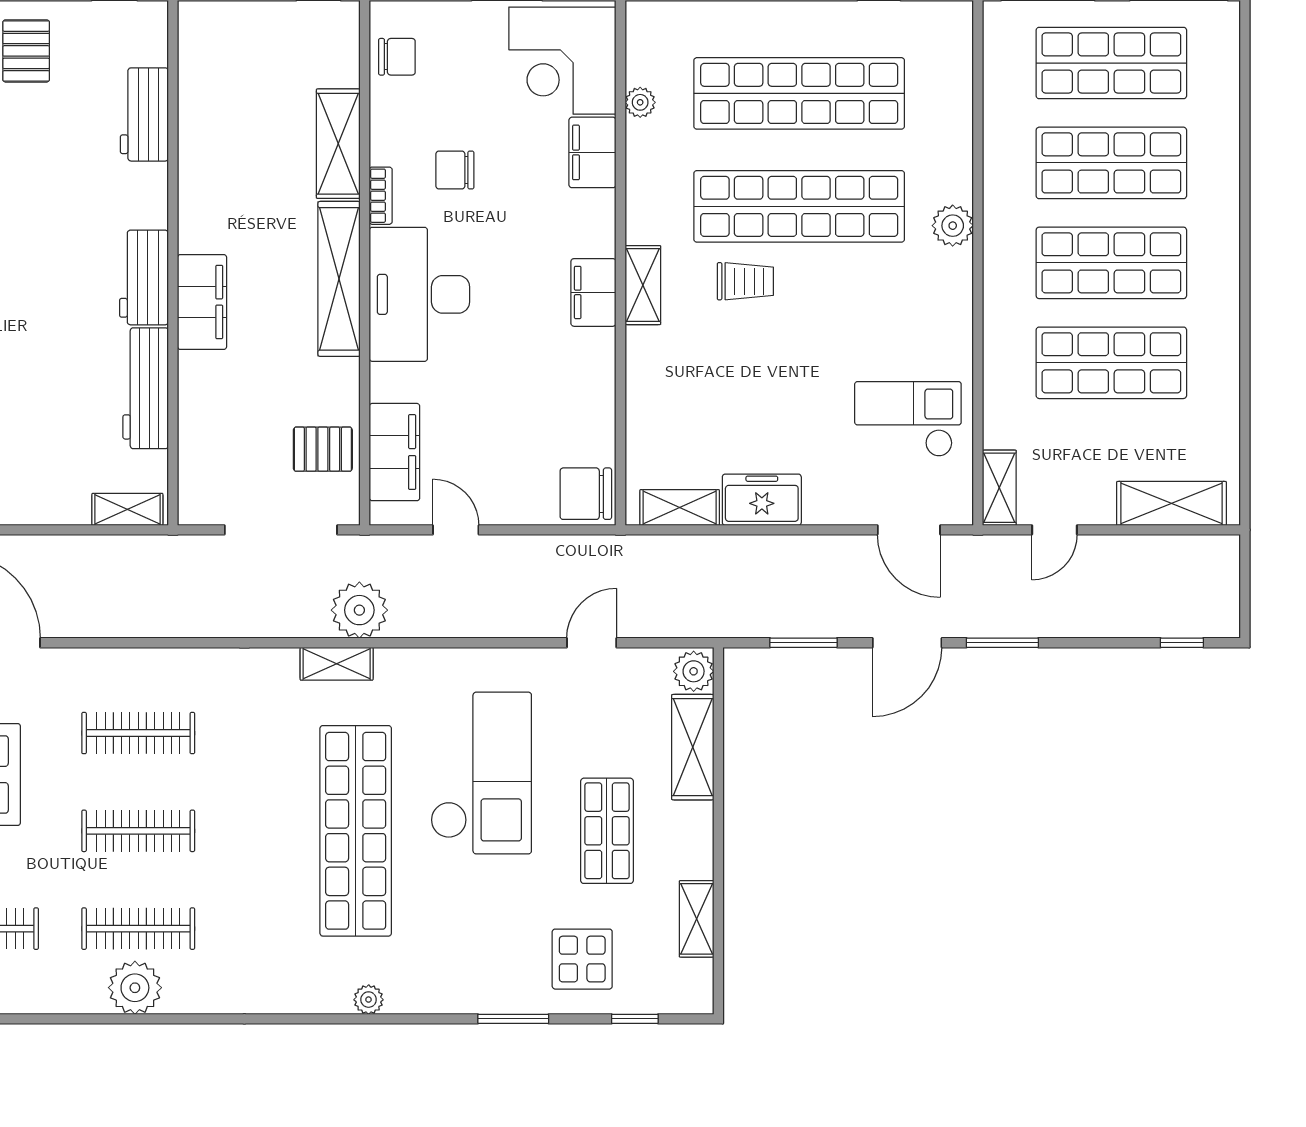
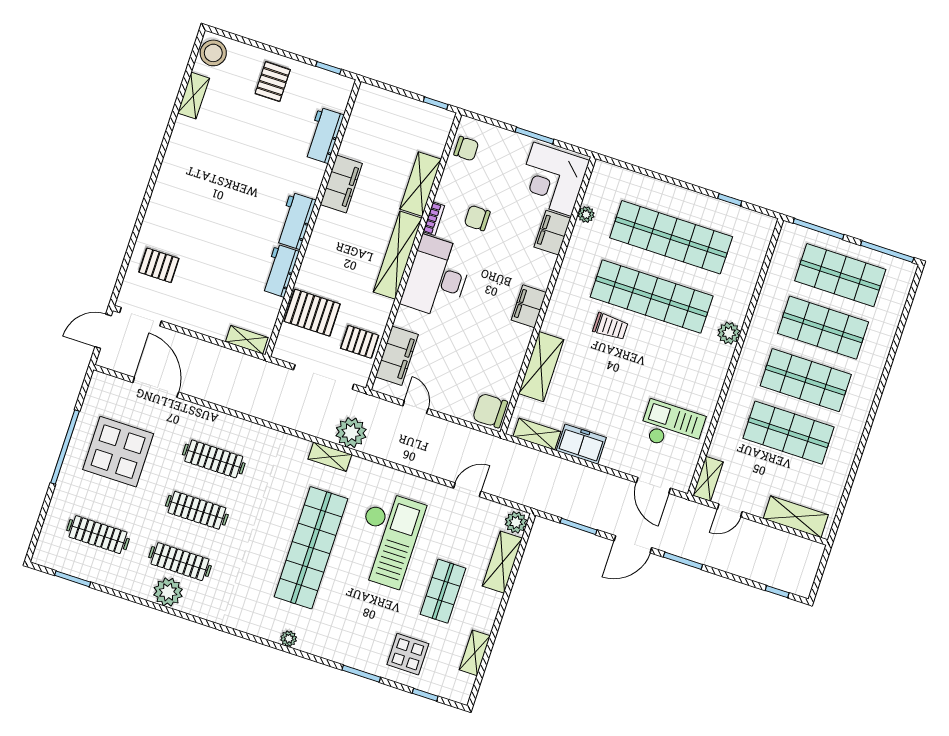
shelving: (643, 285) -> (541, 367), moved, width x1.50, depth x1.33
filing cabinet: (202, 302) -> (341, 184), moved
workbench: (146, 388) -> (280, 271), width x0.73
pallet: (225, 426) -> (312, 313), added

